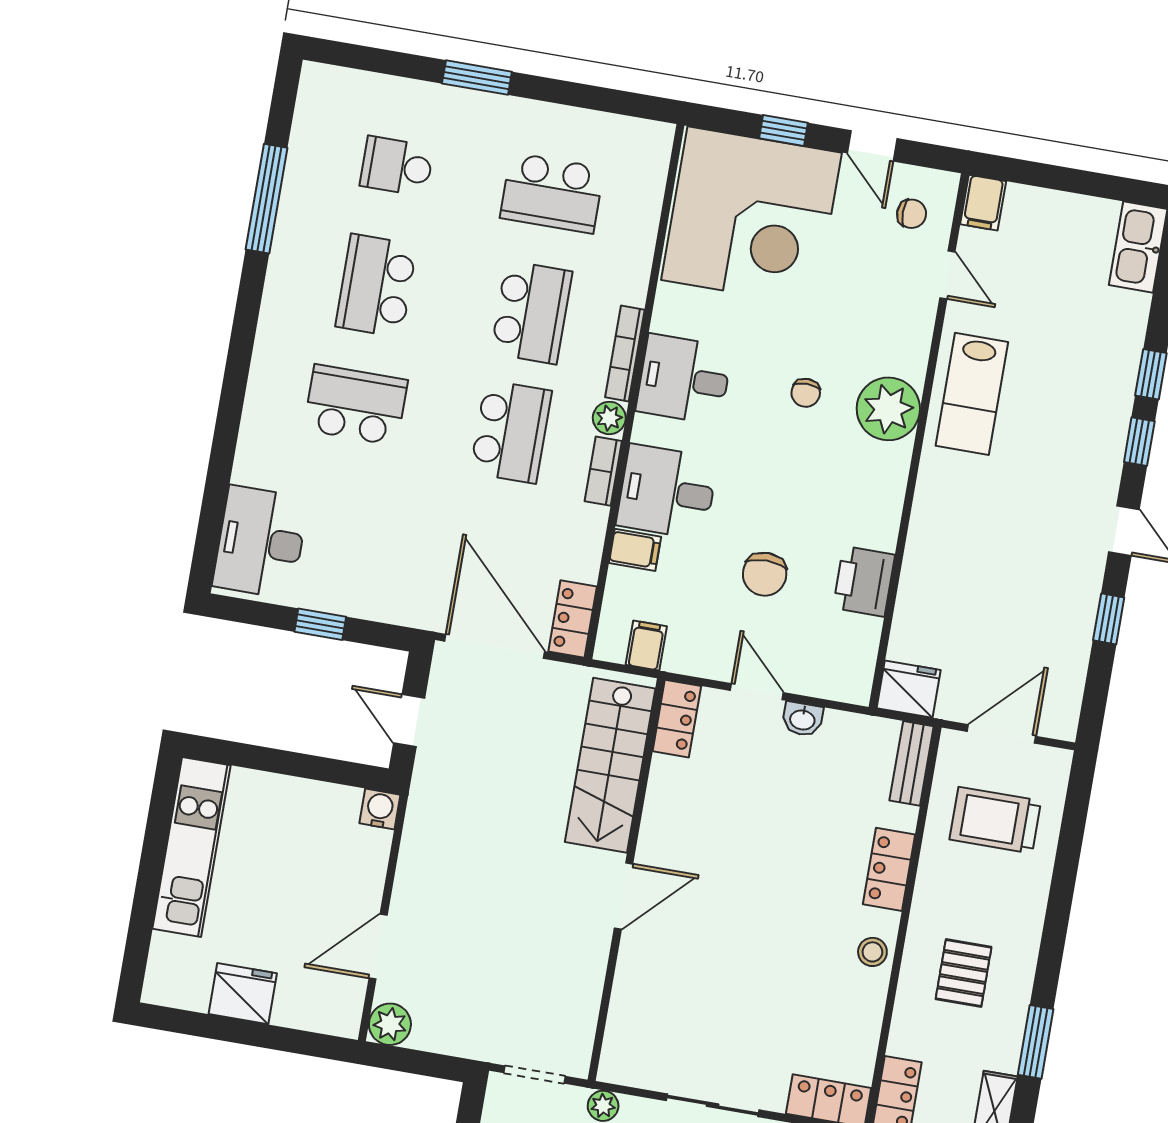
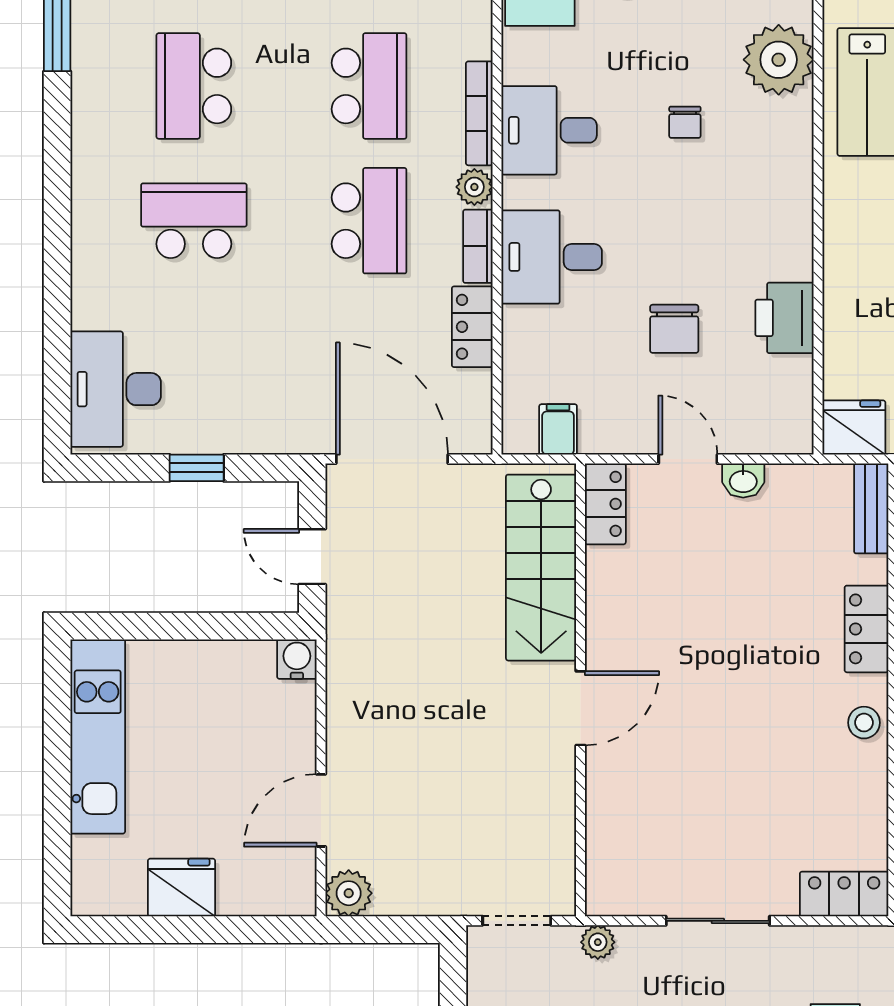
plant: (888, 409) -> (779, 60), moved
filing cabinet: (635, 550) -> (527, 327), removed
locker: (573, 619) -> (472, 327), moved

